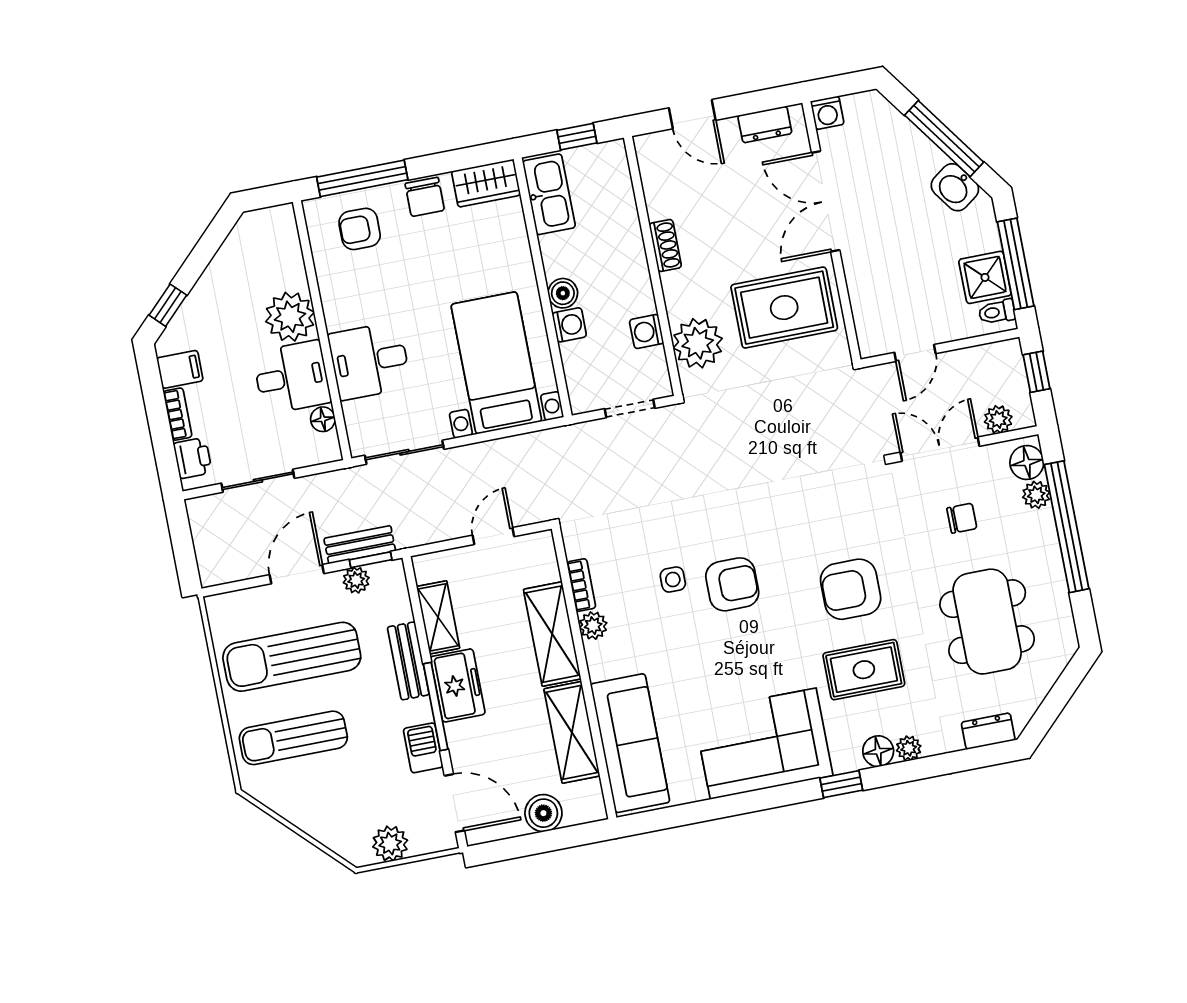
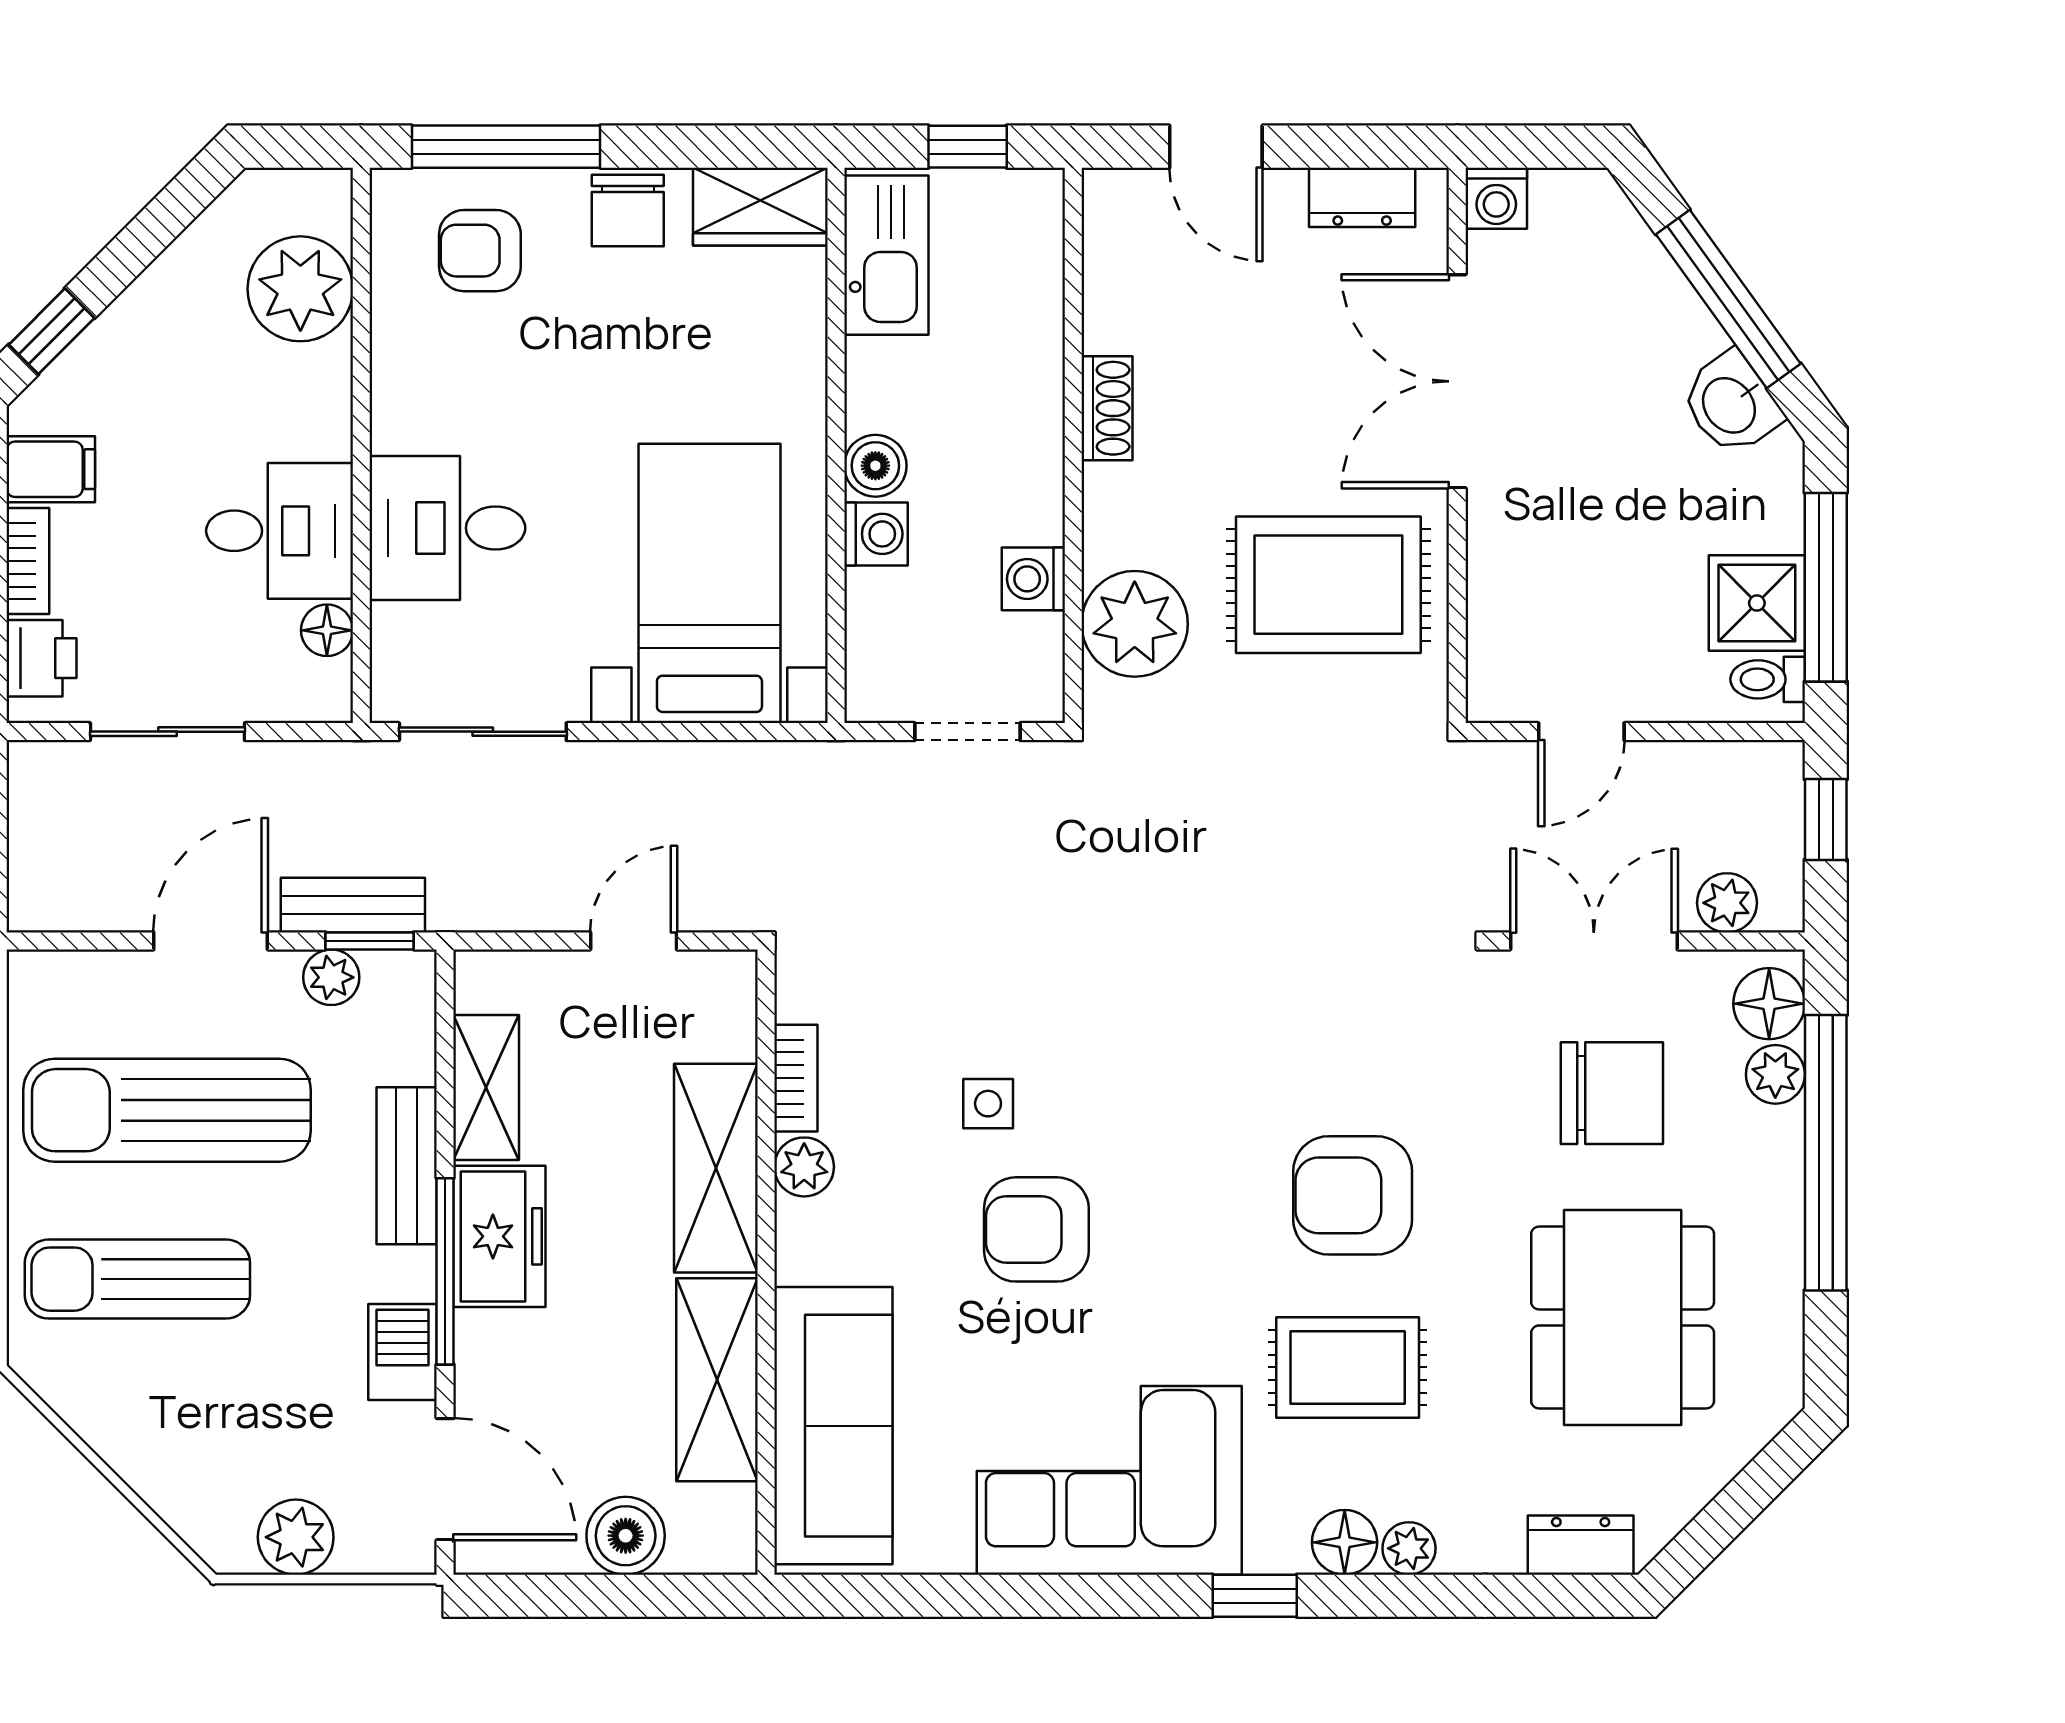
plant: (290, 317) -> (300, 289), moved
chair: (962, 518) -> (1612, 1093), width x1.87, depth x1.87
armchair: (732, 584) -> (1036, 1229), moved, turned 180

